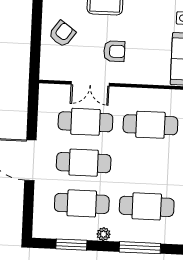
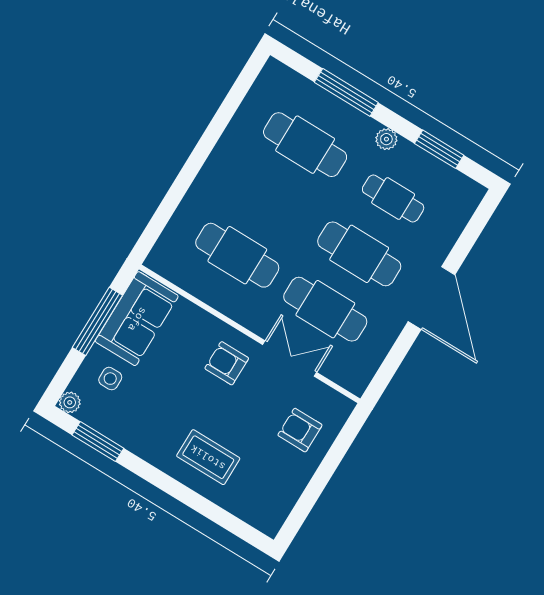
armchair: (62, 34) -> (300, 430), moved, turned 54
armchair: (114, 51) -> (227, 363), moved
cafe table: (82, 203) -> (393, 199), width x0.73, depth x0.74

